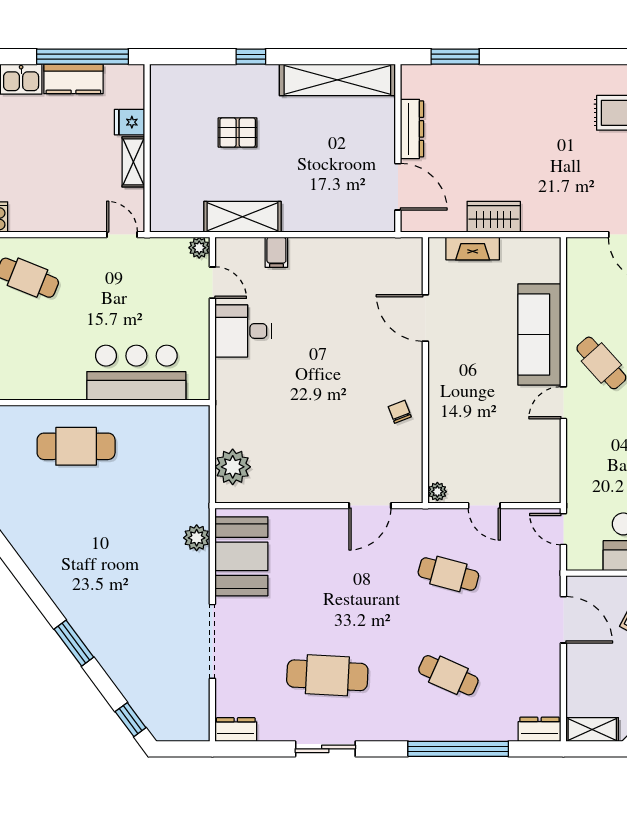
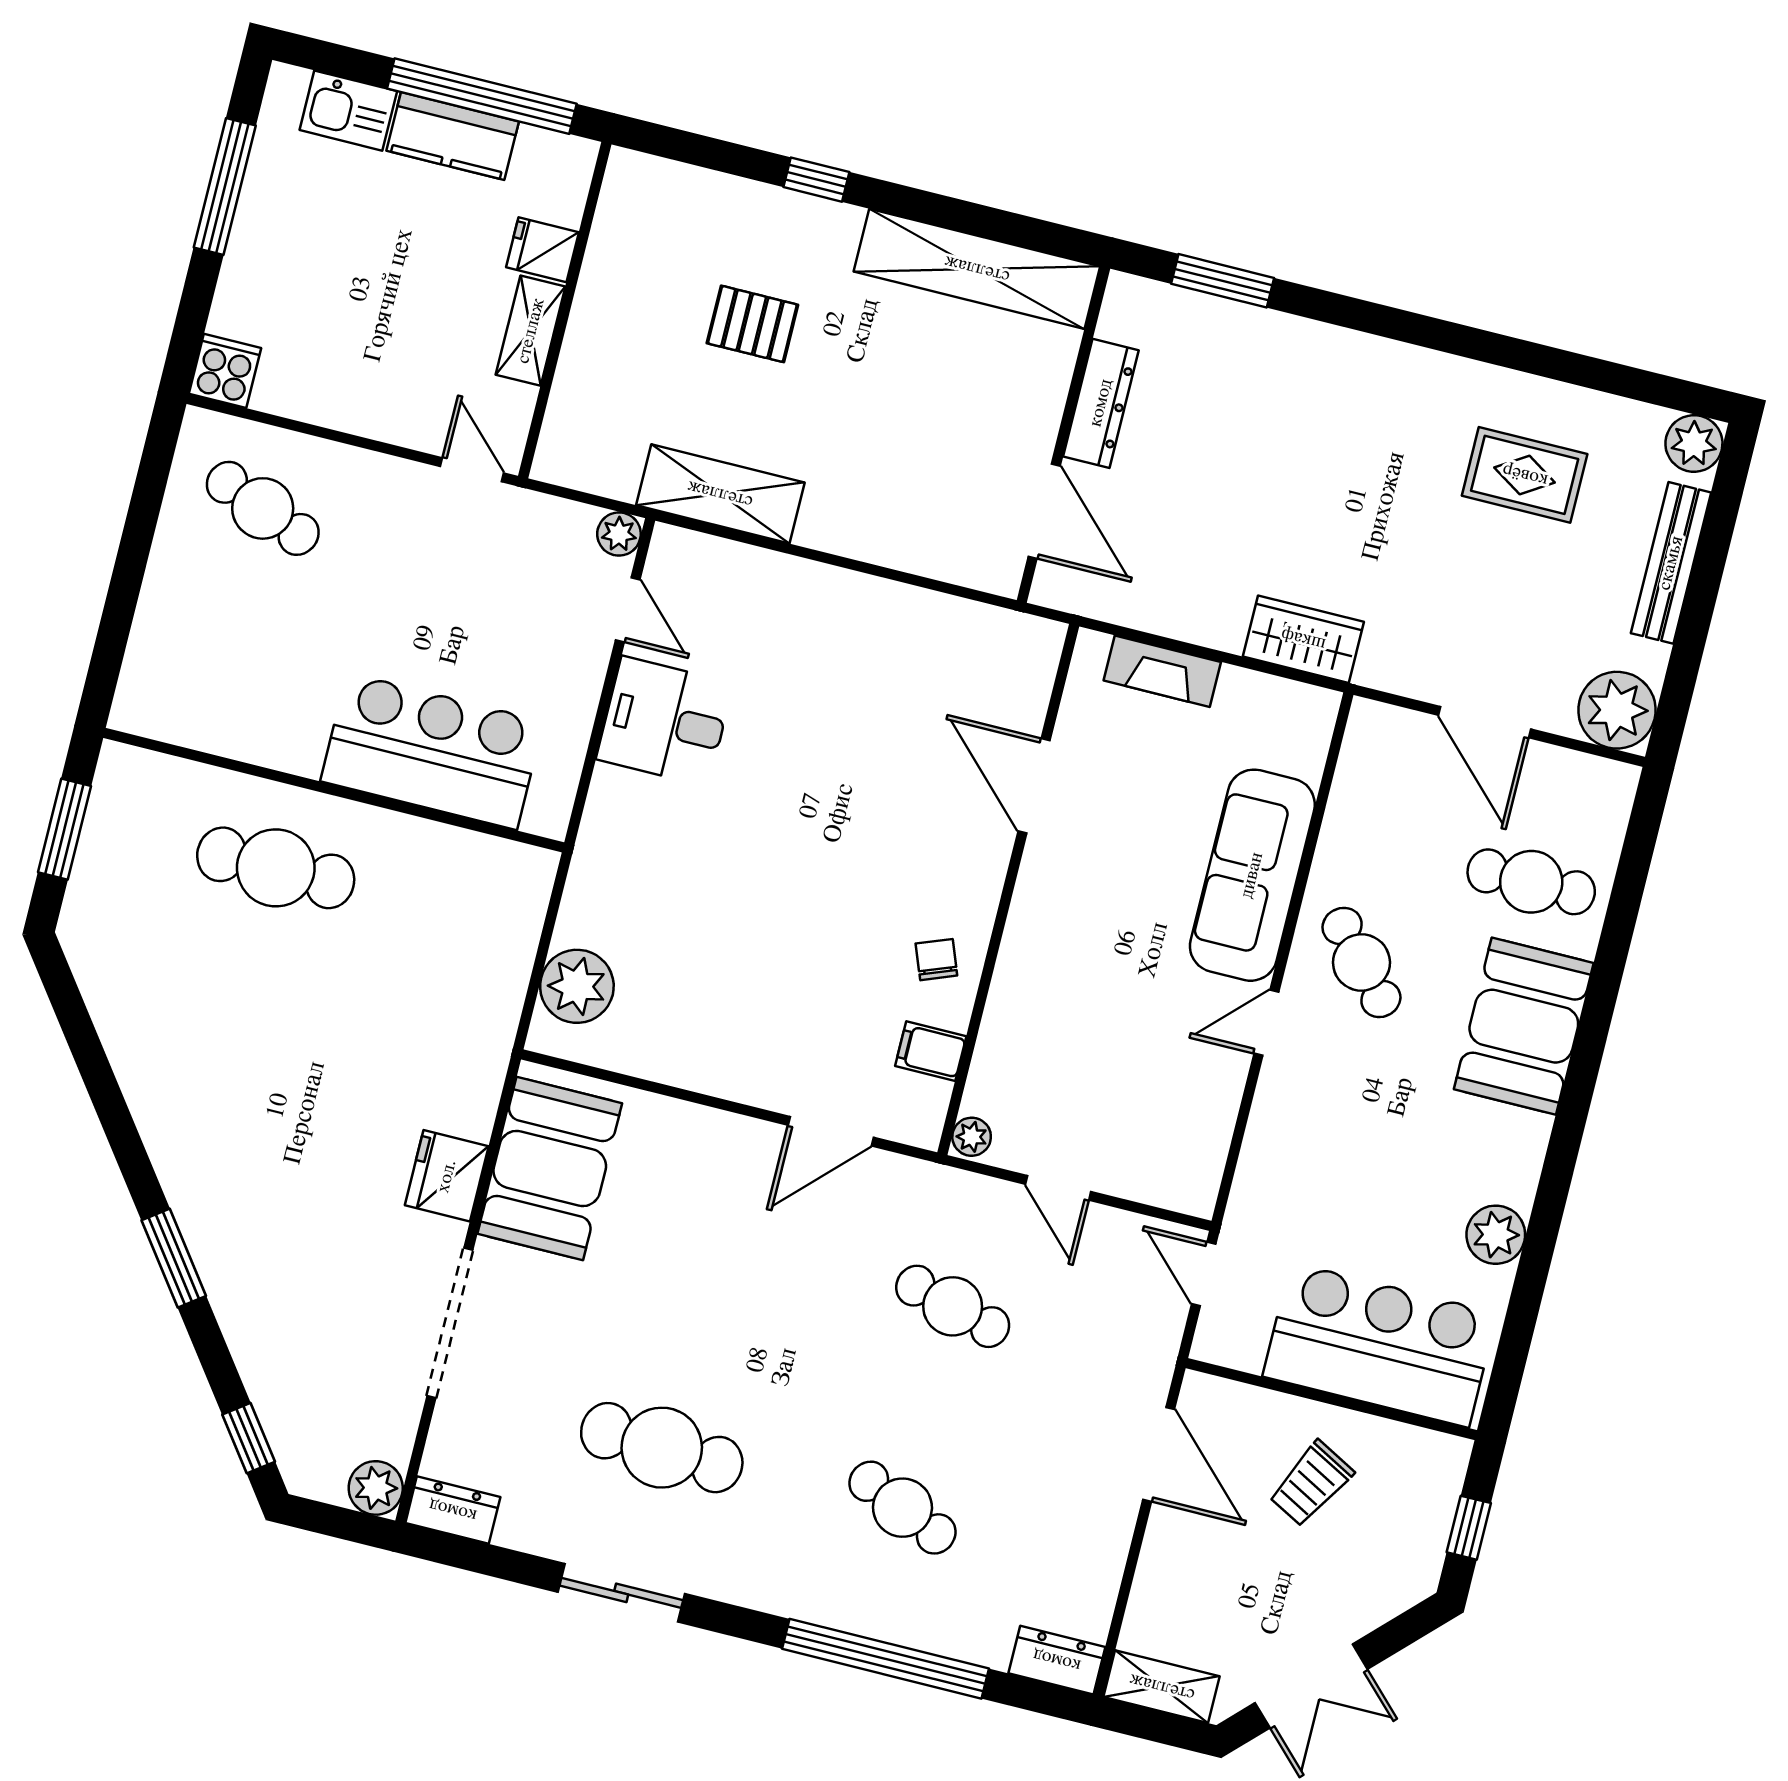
wardrobe: (494, 217) -> (1303, 639), moved
filing cabinet: (276, 252) -> (931, 1051), moved, turned 90
plant: (197, 538) -> (376, 1488), moved
fridge: (193, 572) -> (447, 1176), added

